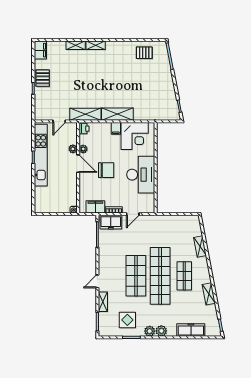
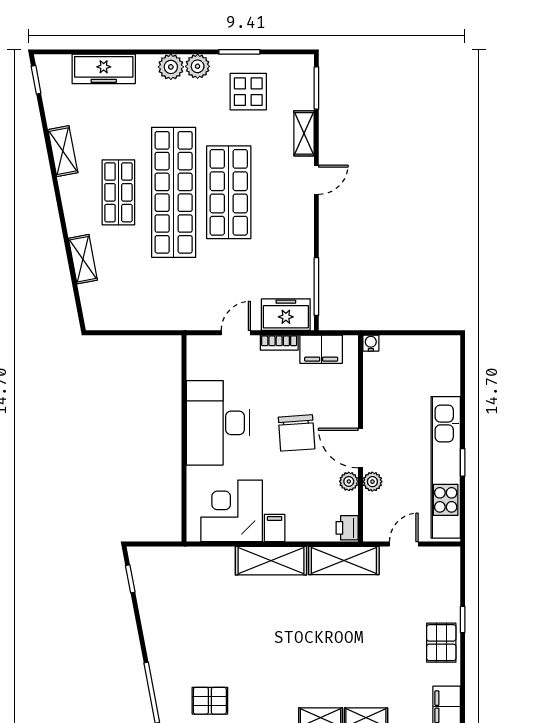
chair: (106, 170) -> (297, 433), turned -94

